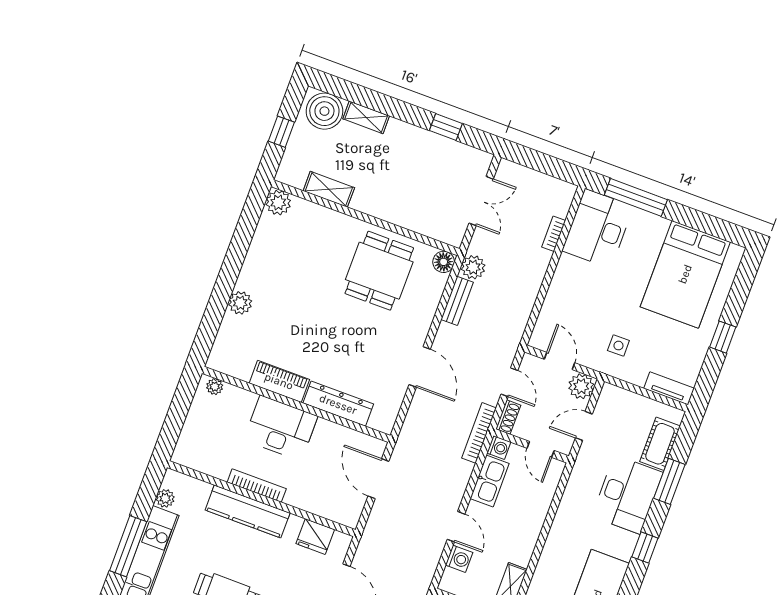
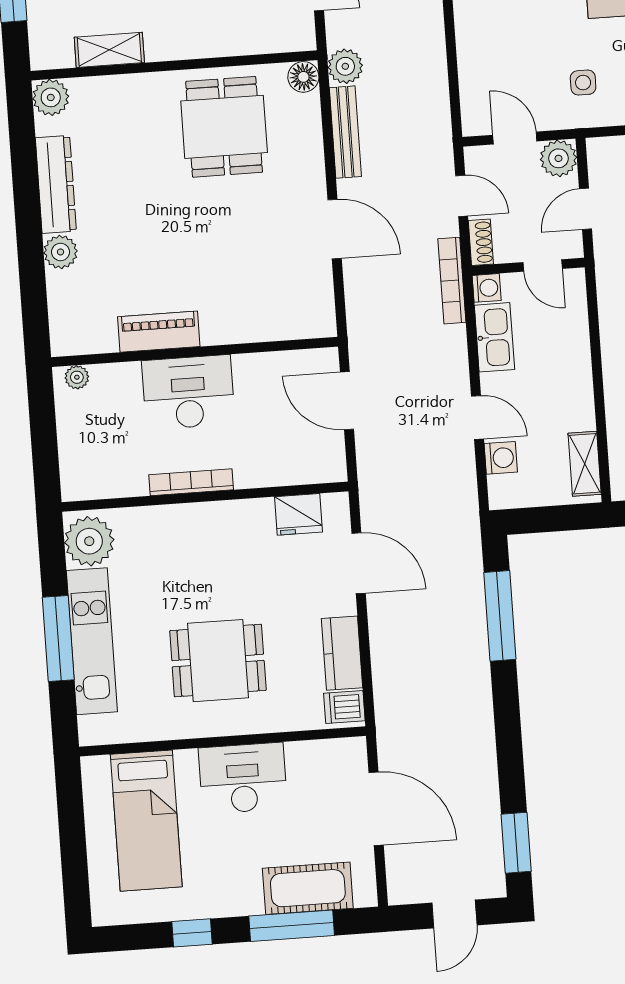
bench: (457, 301) -> (345, 132), width x1.36
dresser: (338, 404) -> (56, 184), moved, turned 90
plant: (165, 498) -> (89, 541), width x1.87, depth x1.87
kitchen counter: (248, 511) -> (195, 522), removed

